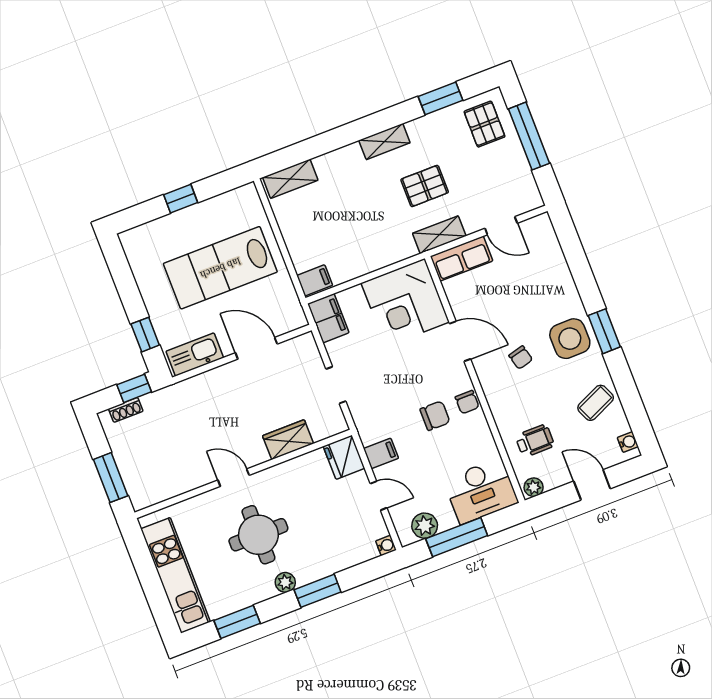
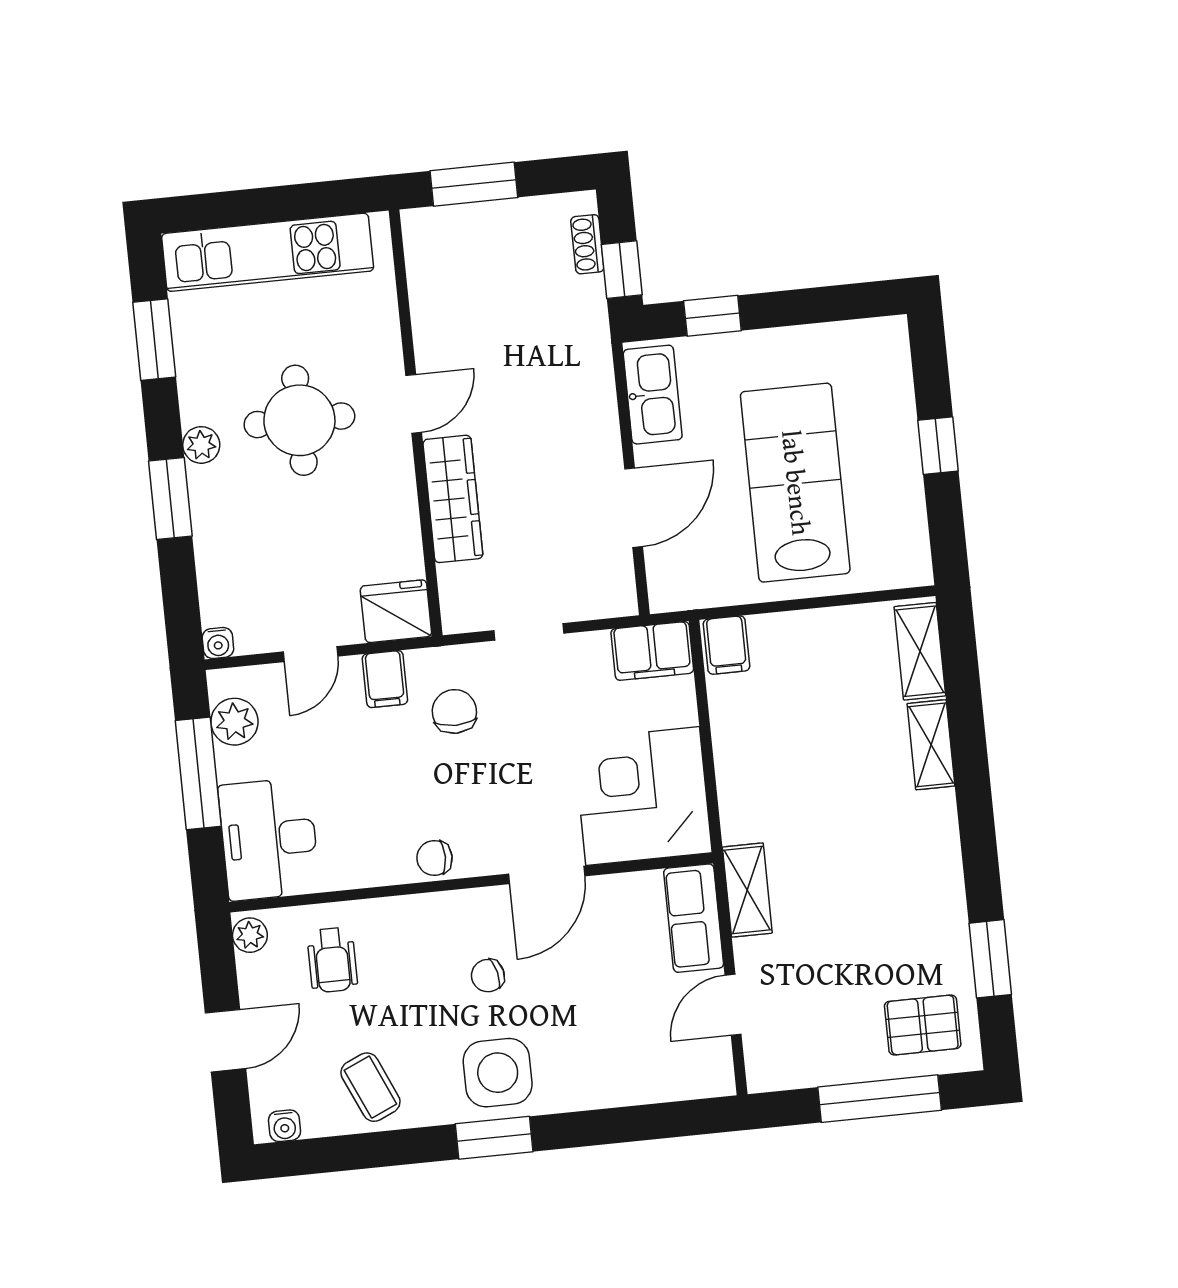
shelving: (384, 142) -> (931, 745), moved
pallet: (425, 186) -> (841, 888), removed
chair: (435, 416) -> (454, 711), moved, turned 180
wardrobe: (288, 440) -> (453, 499), width x1.50

